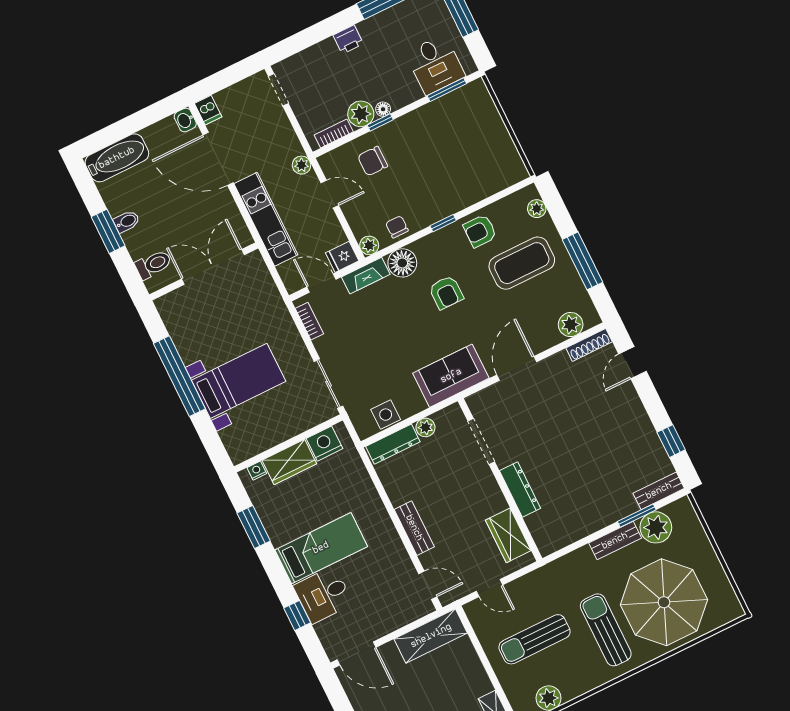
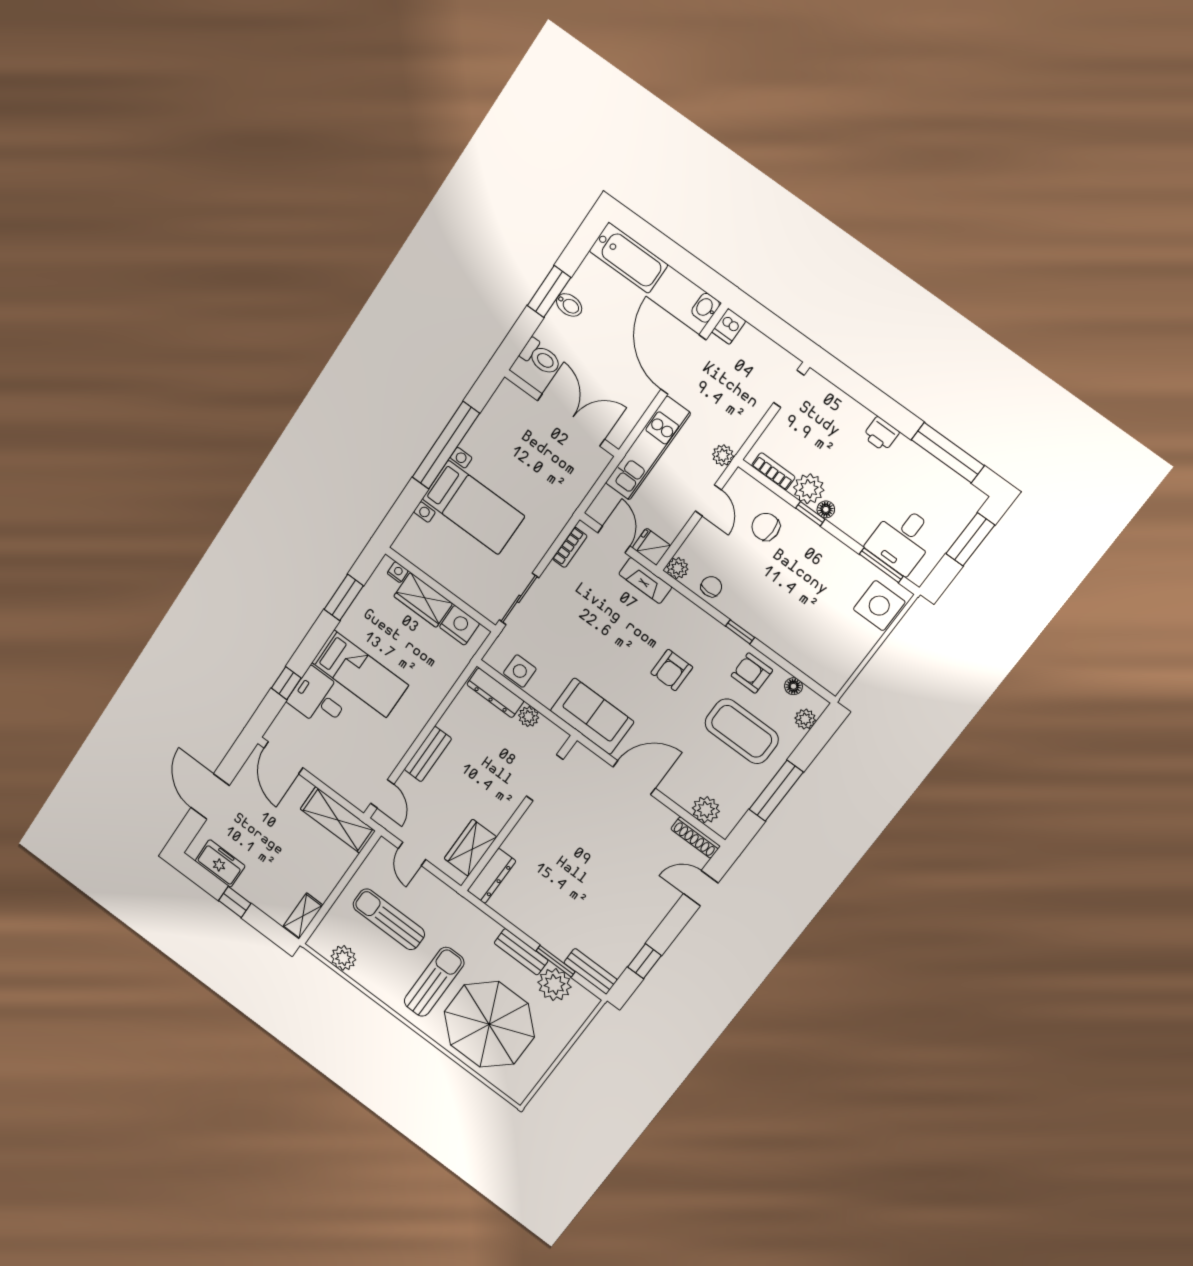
side table: (477, 107) -> (879, 606), added
floor lamp: (402, 263) -> (793, 686), moved, width x0.53, depth x0.53
dresser: (520, 489) -> (492, 876), moved

